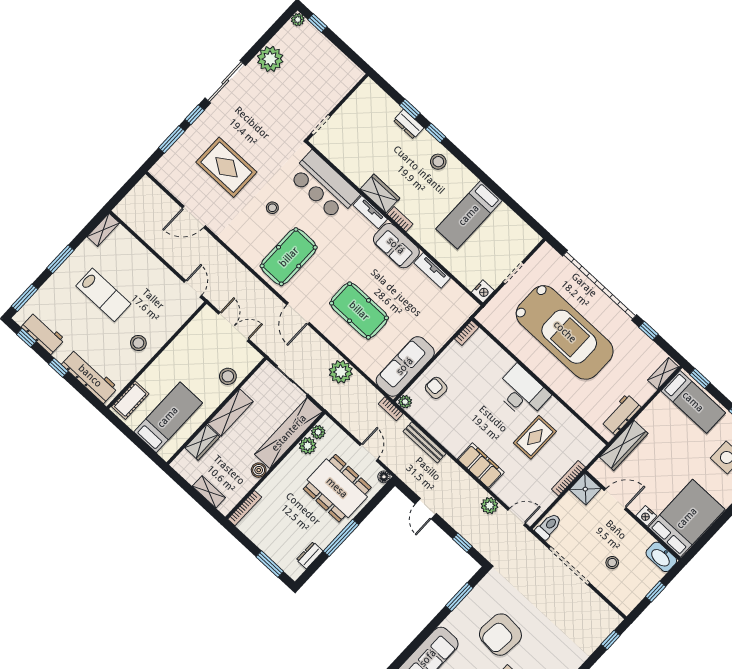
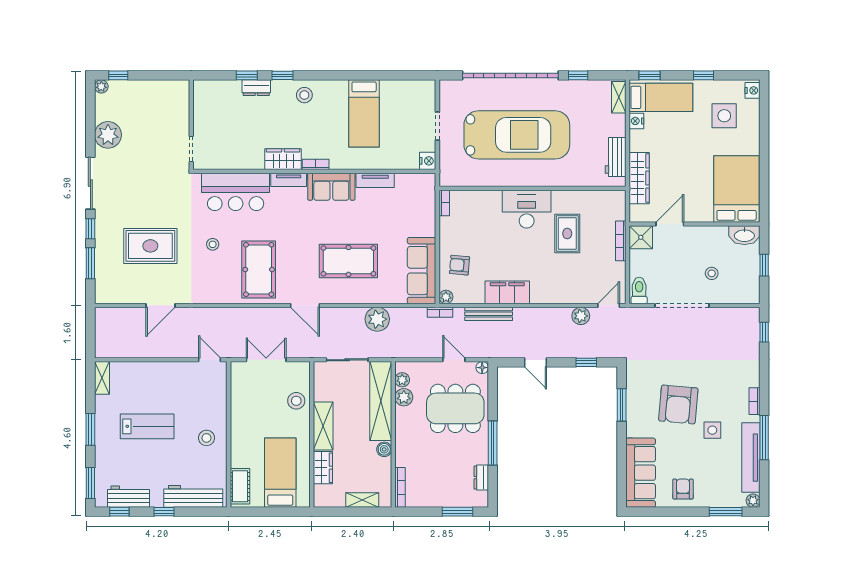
filing cabinet: (481, 466) -> (507, 292), moved
nightstand: (646, 516) -> (636, 121), moved, turned 90

